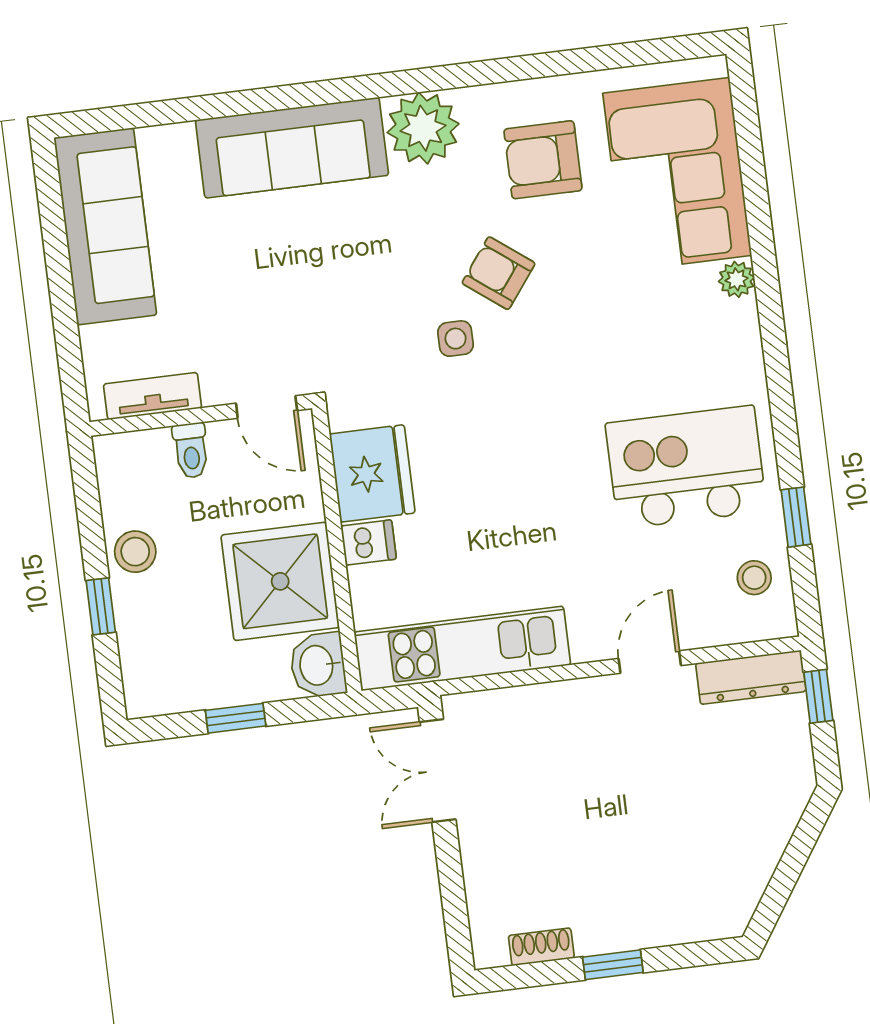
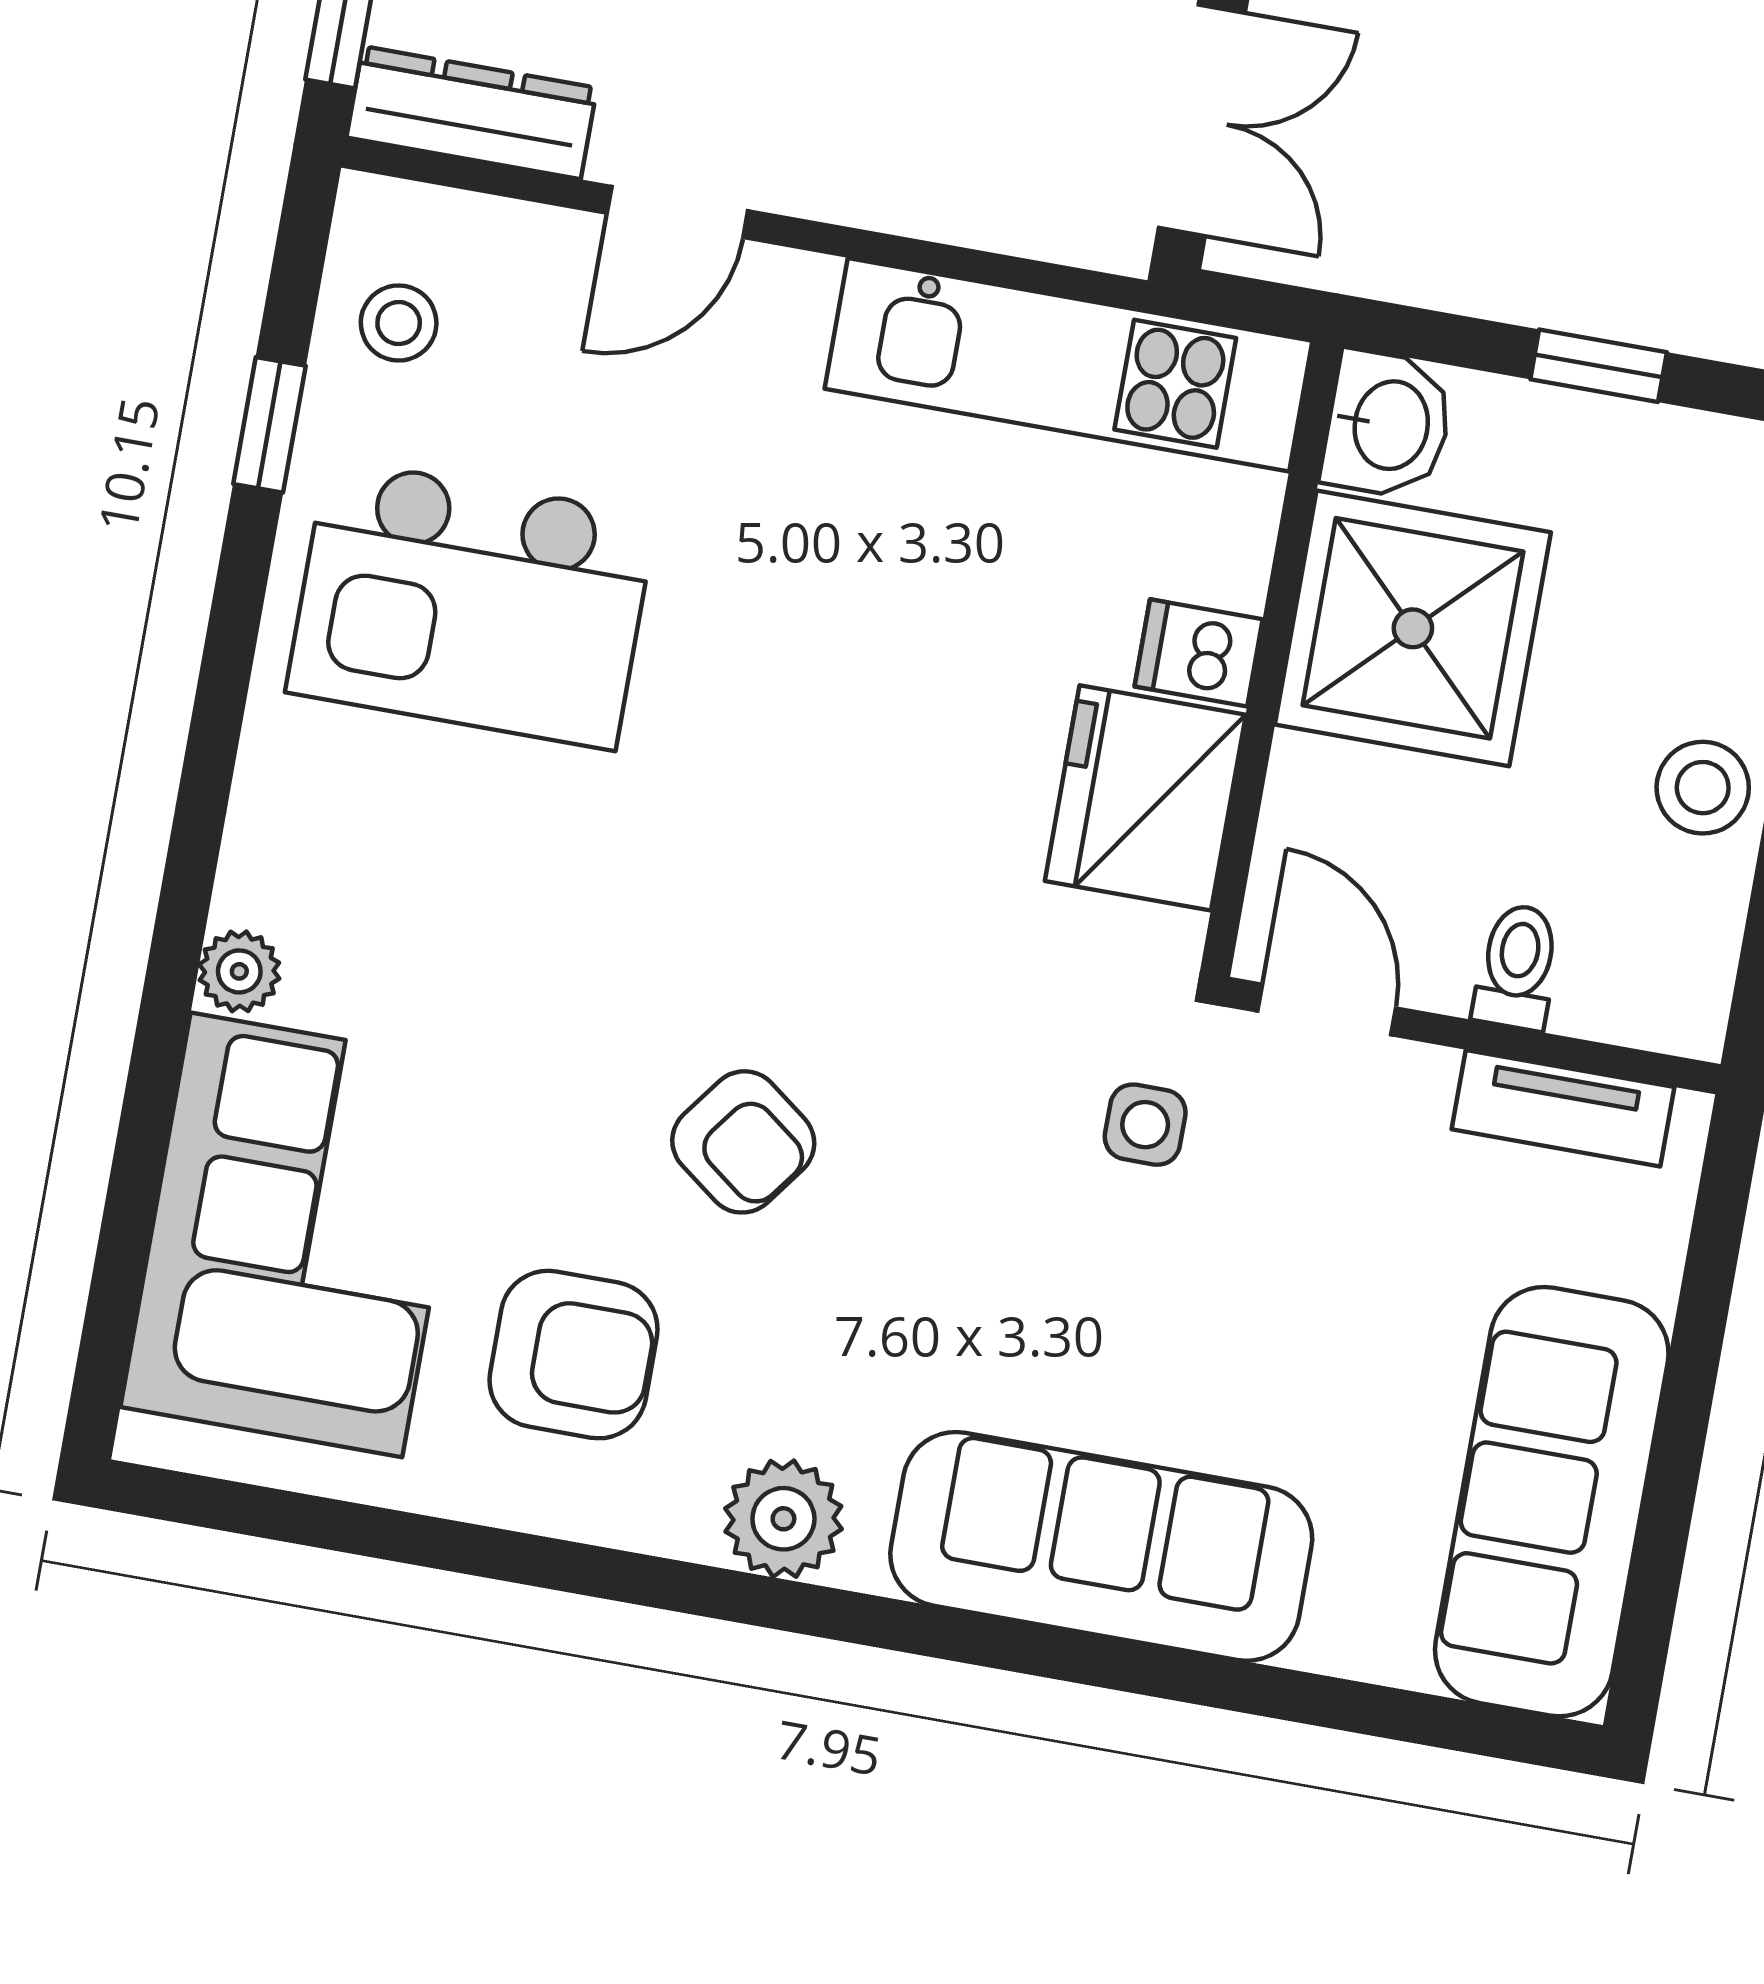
plant: (423, 128) -> (783, 1519), width x0.73, depth x0.73
side table: (456, 339) -> (1145, 1125), moved

